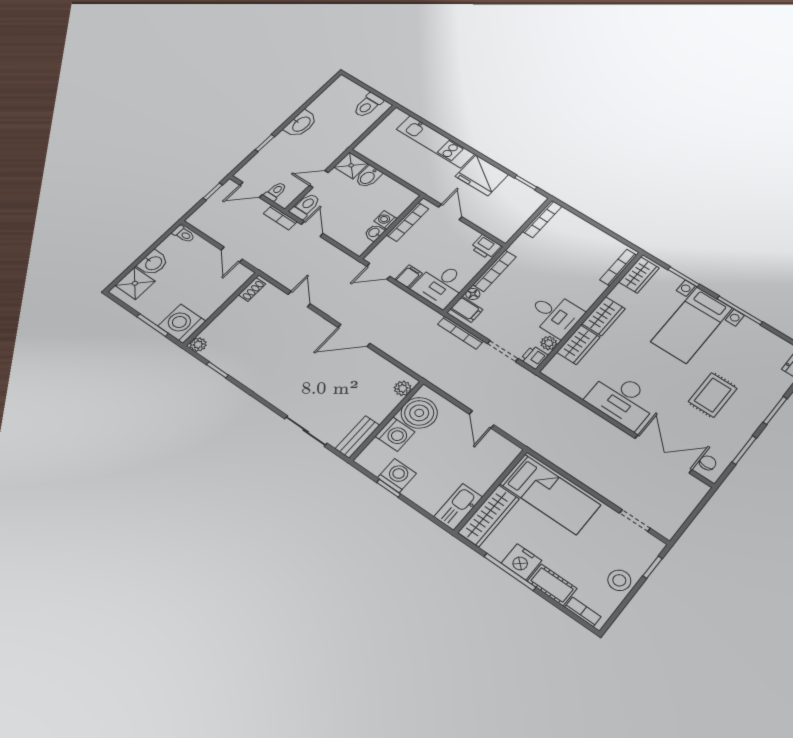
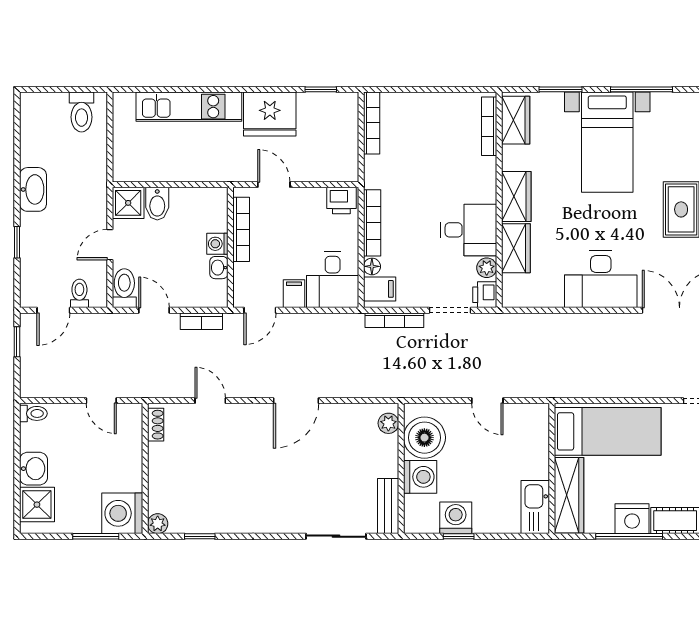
bookcase: (280, 218) -> (201, 321), moved

